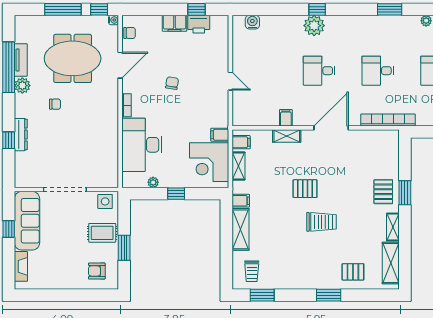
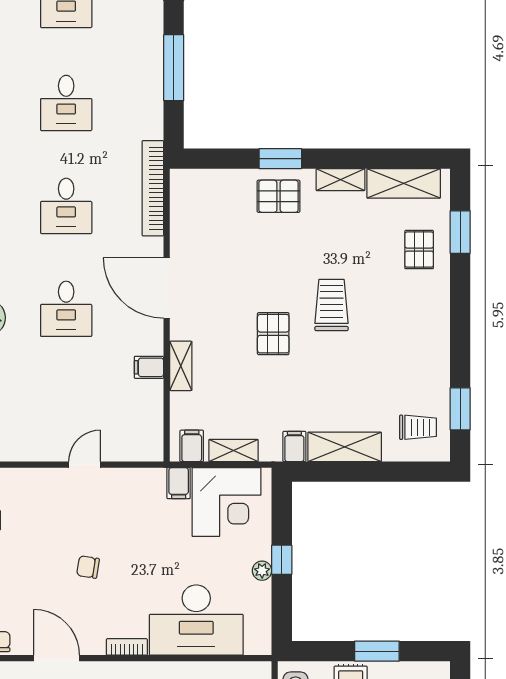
plant: (153, 182) -> (262, 571), moved
window: (329, 295) -> (460, 232), moved

